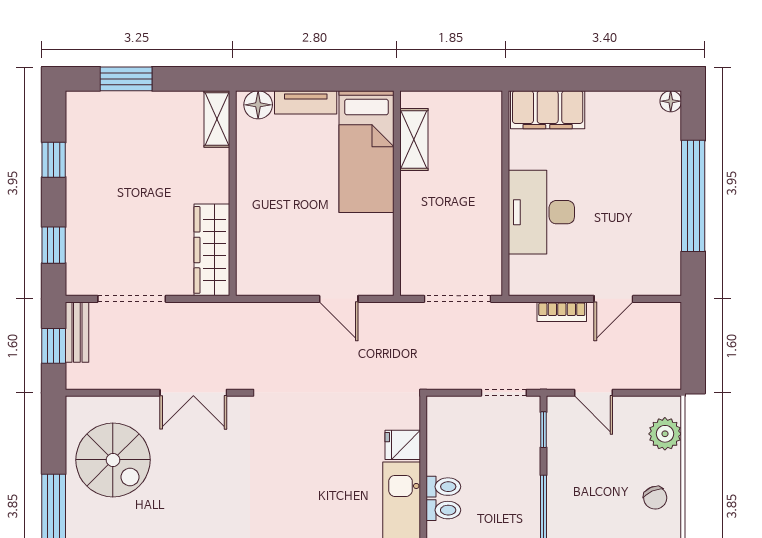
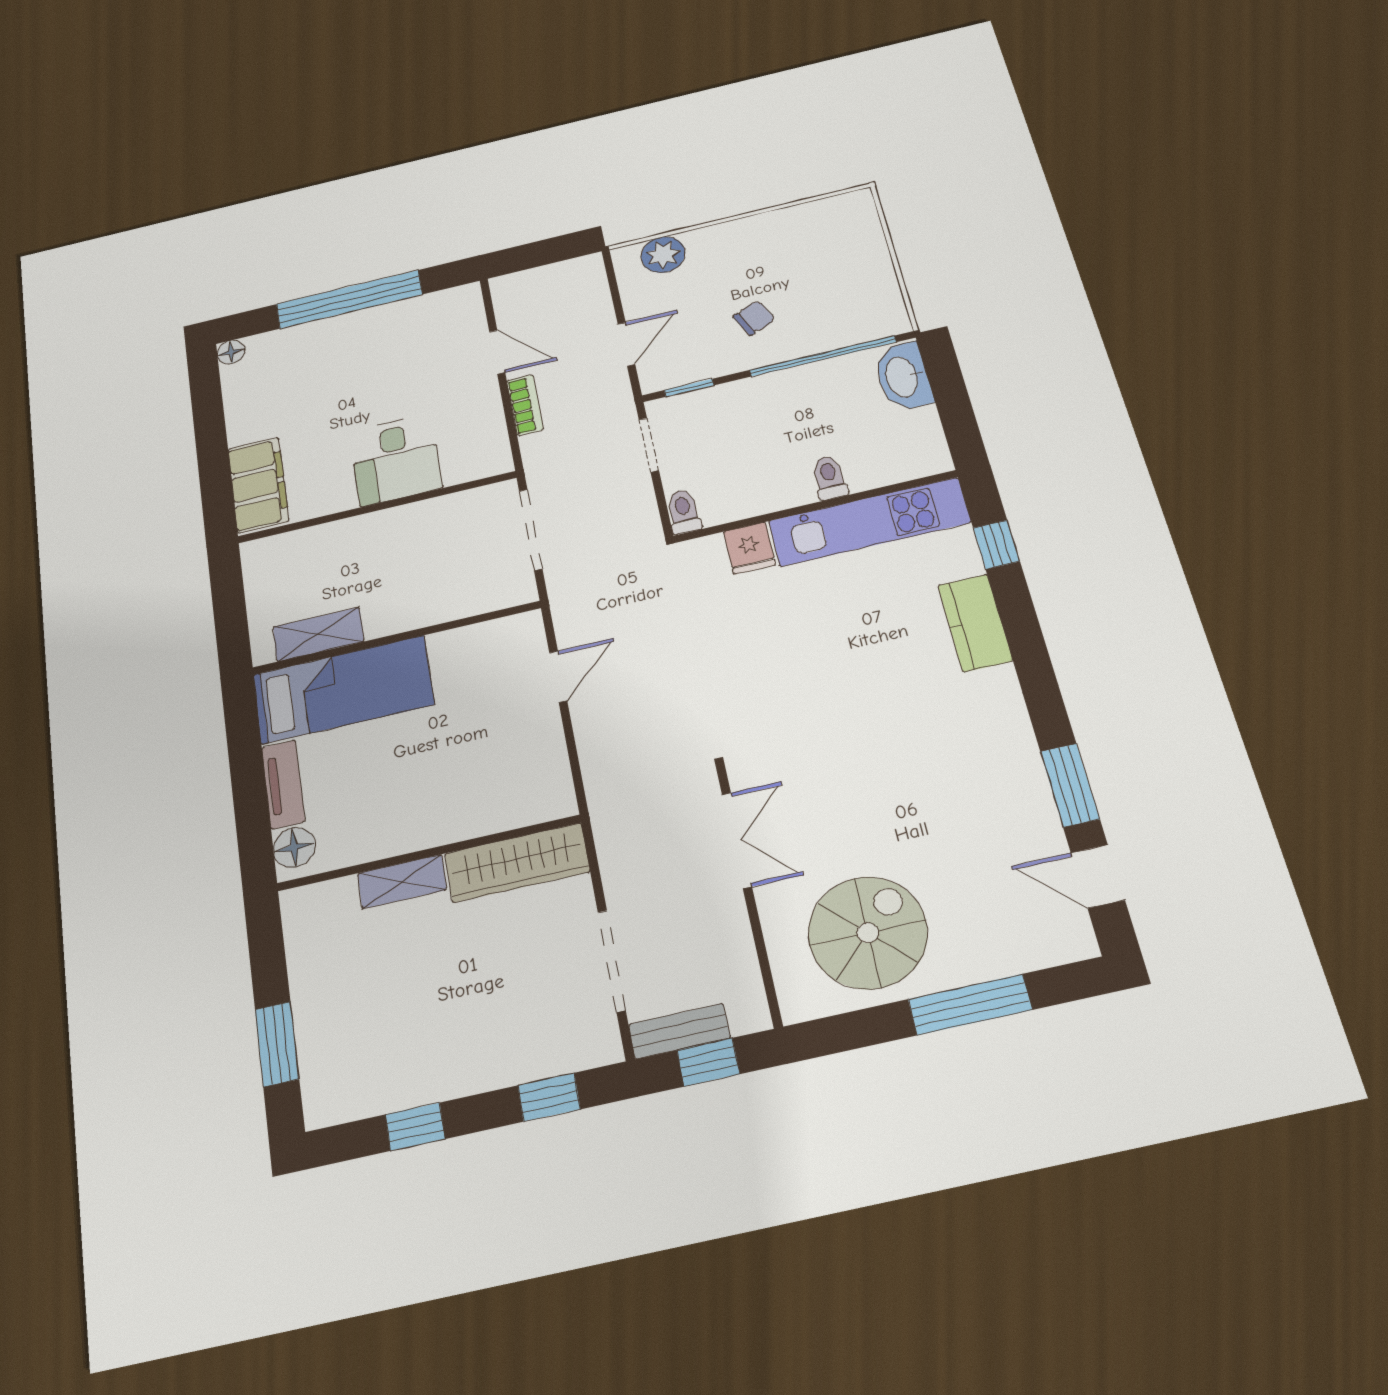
shelving: (217, 119) -> (402, 882), moved
desk: (541, 212) -> (396, 460), width x0.73
toilet: (443, 487) -> (684, 512), moved
chair: (655, 498) -> (754, 318), moved

